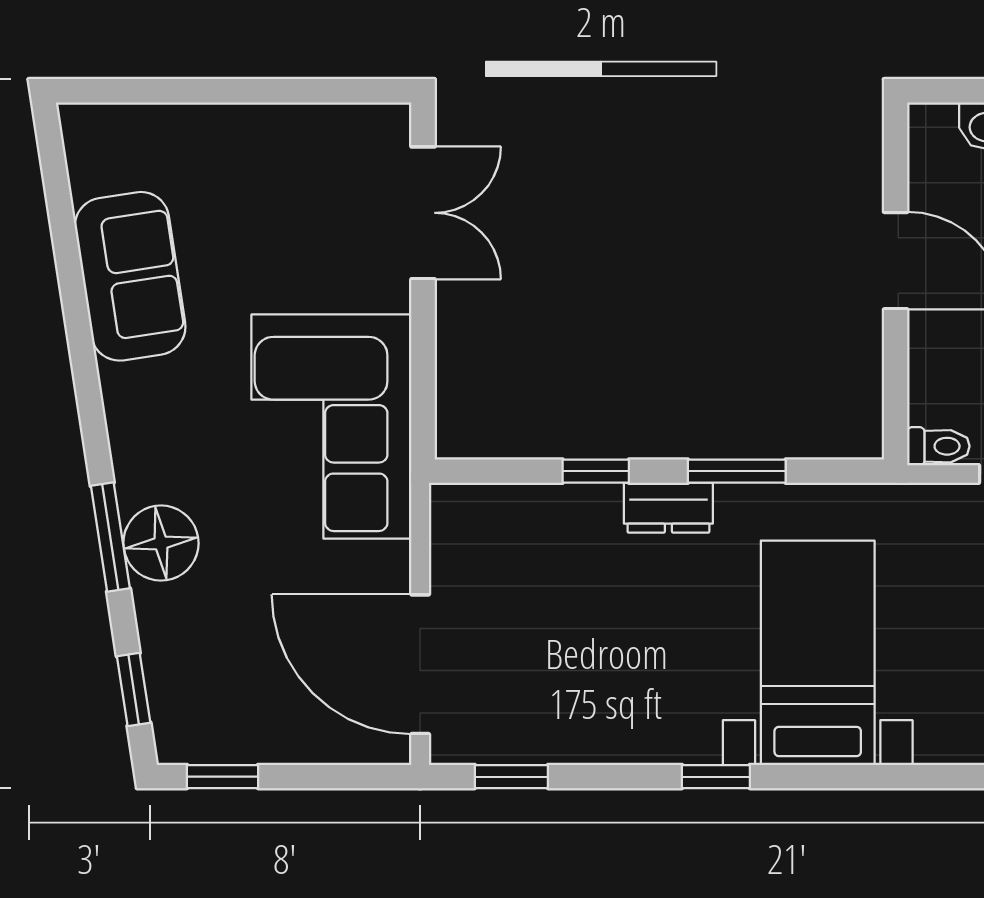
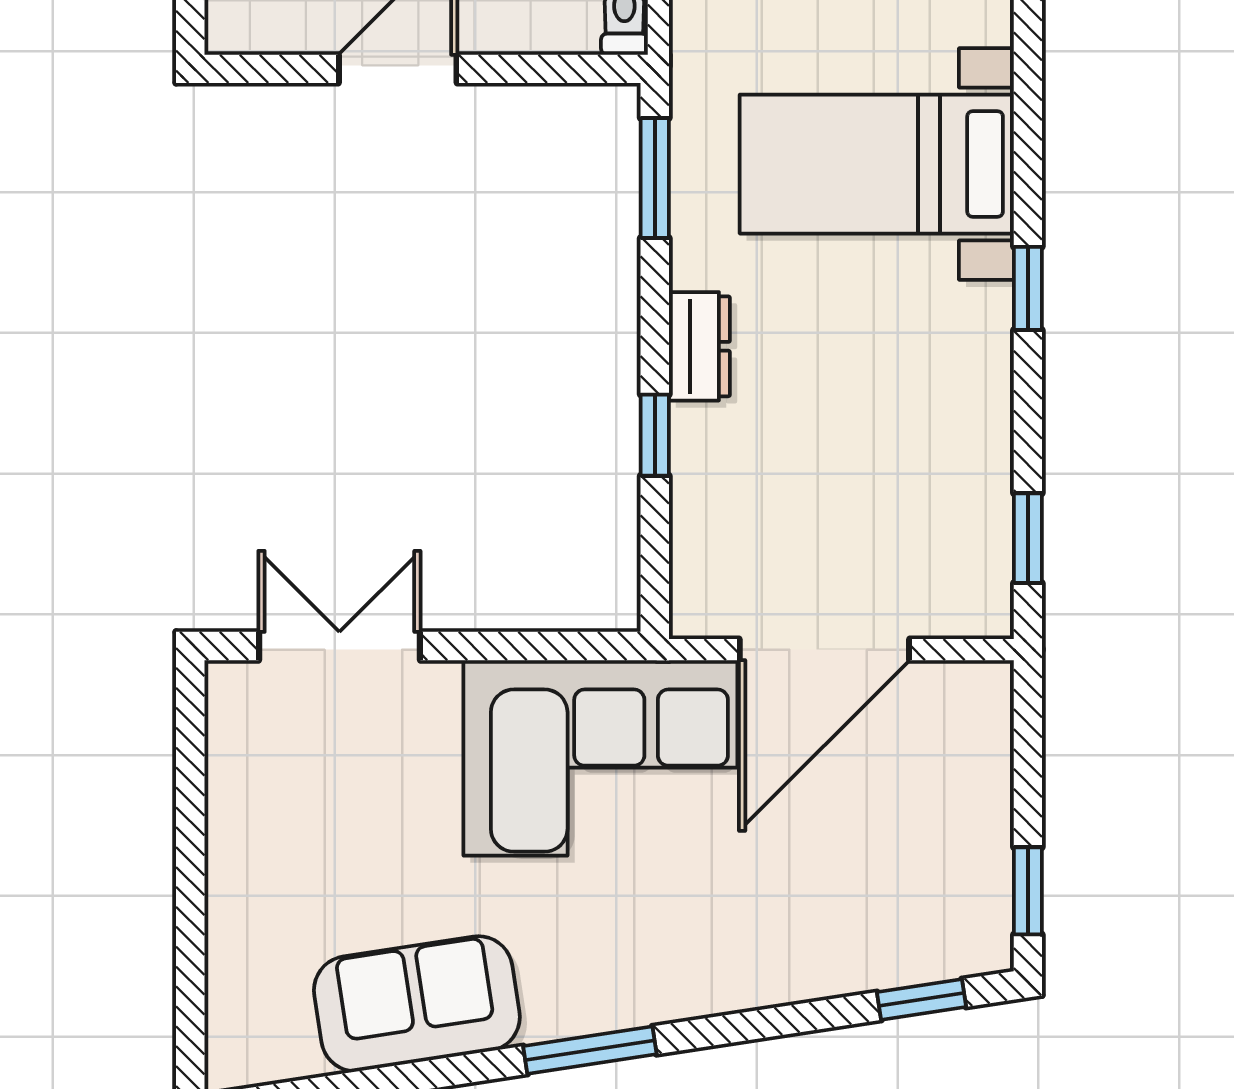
window: (737, 471) -> (655, 178), moved
window: (110, 537) -> (590, 1050), moved
floor lamp: (161, 543) -> (743, 966), removed
door: (420, 664) -> (824, 650), moved

